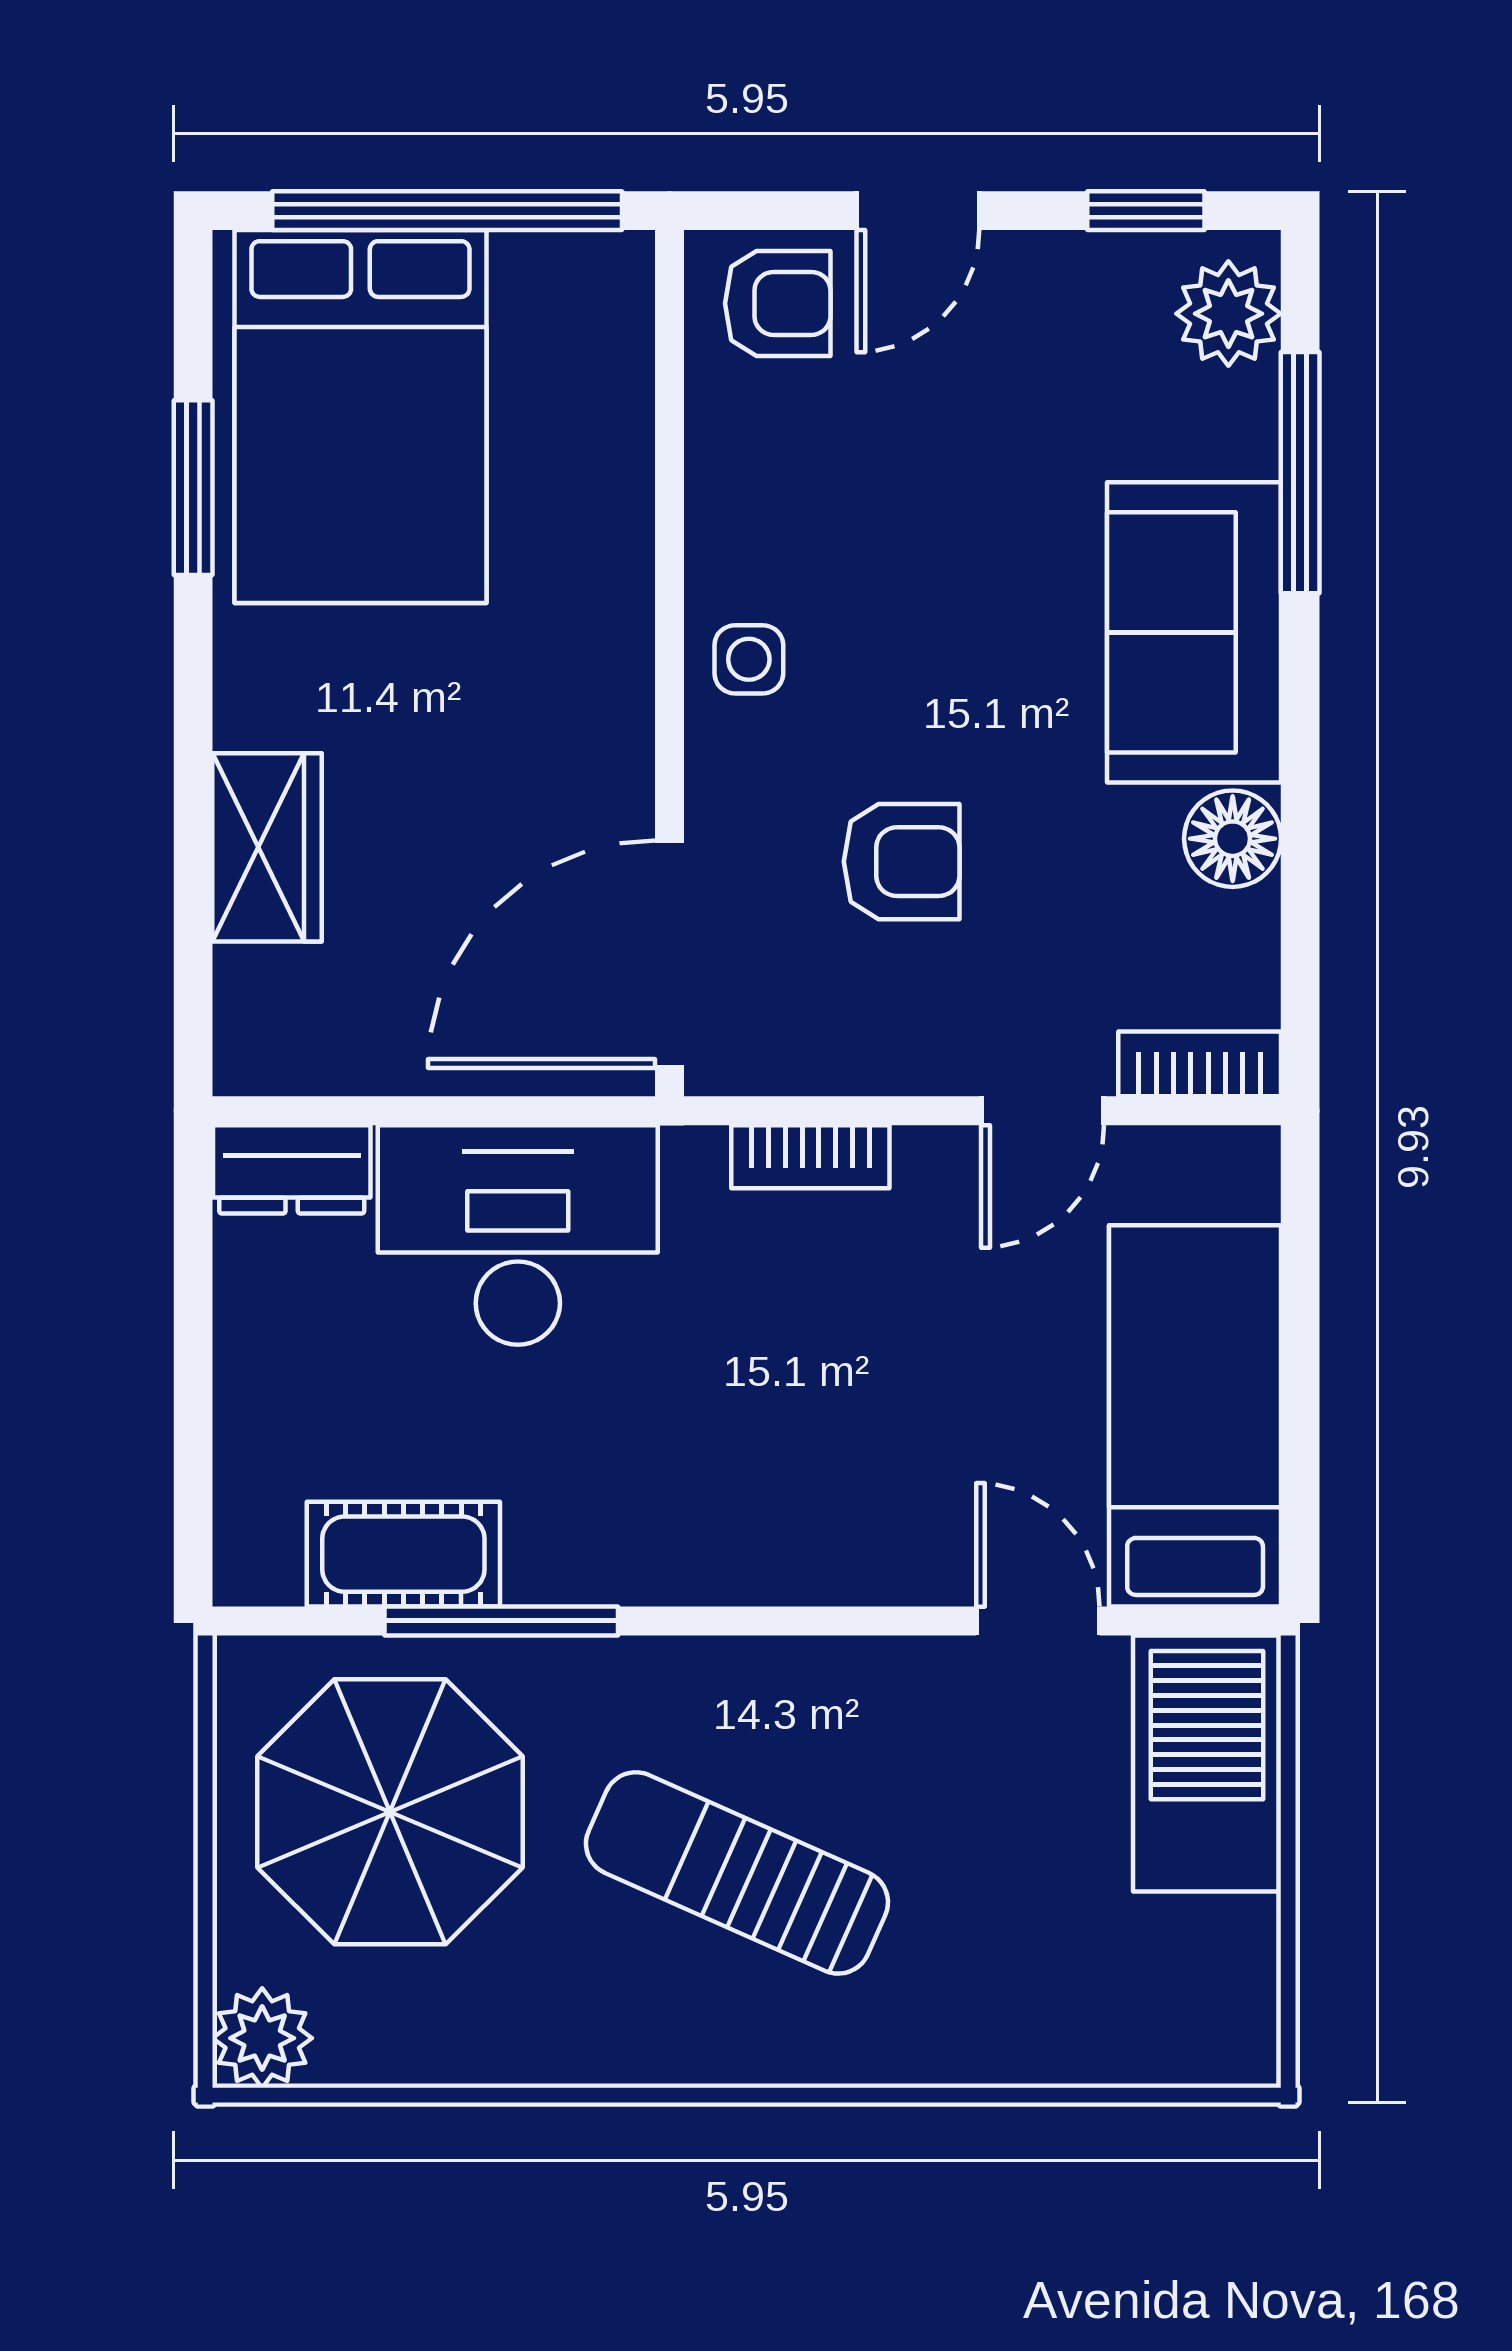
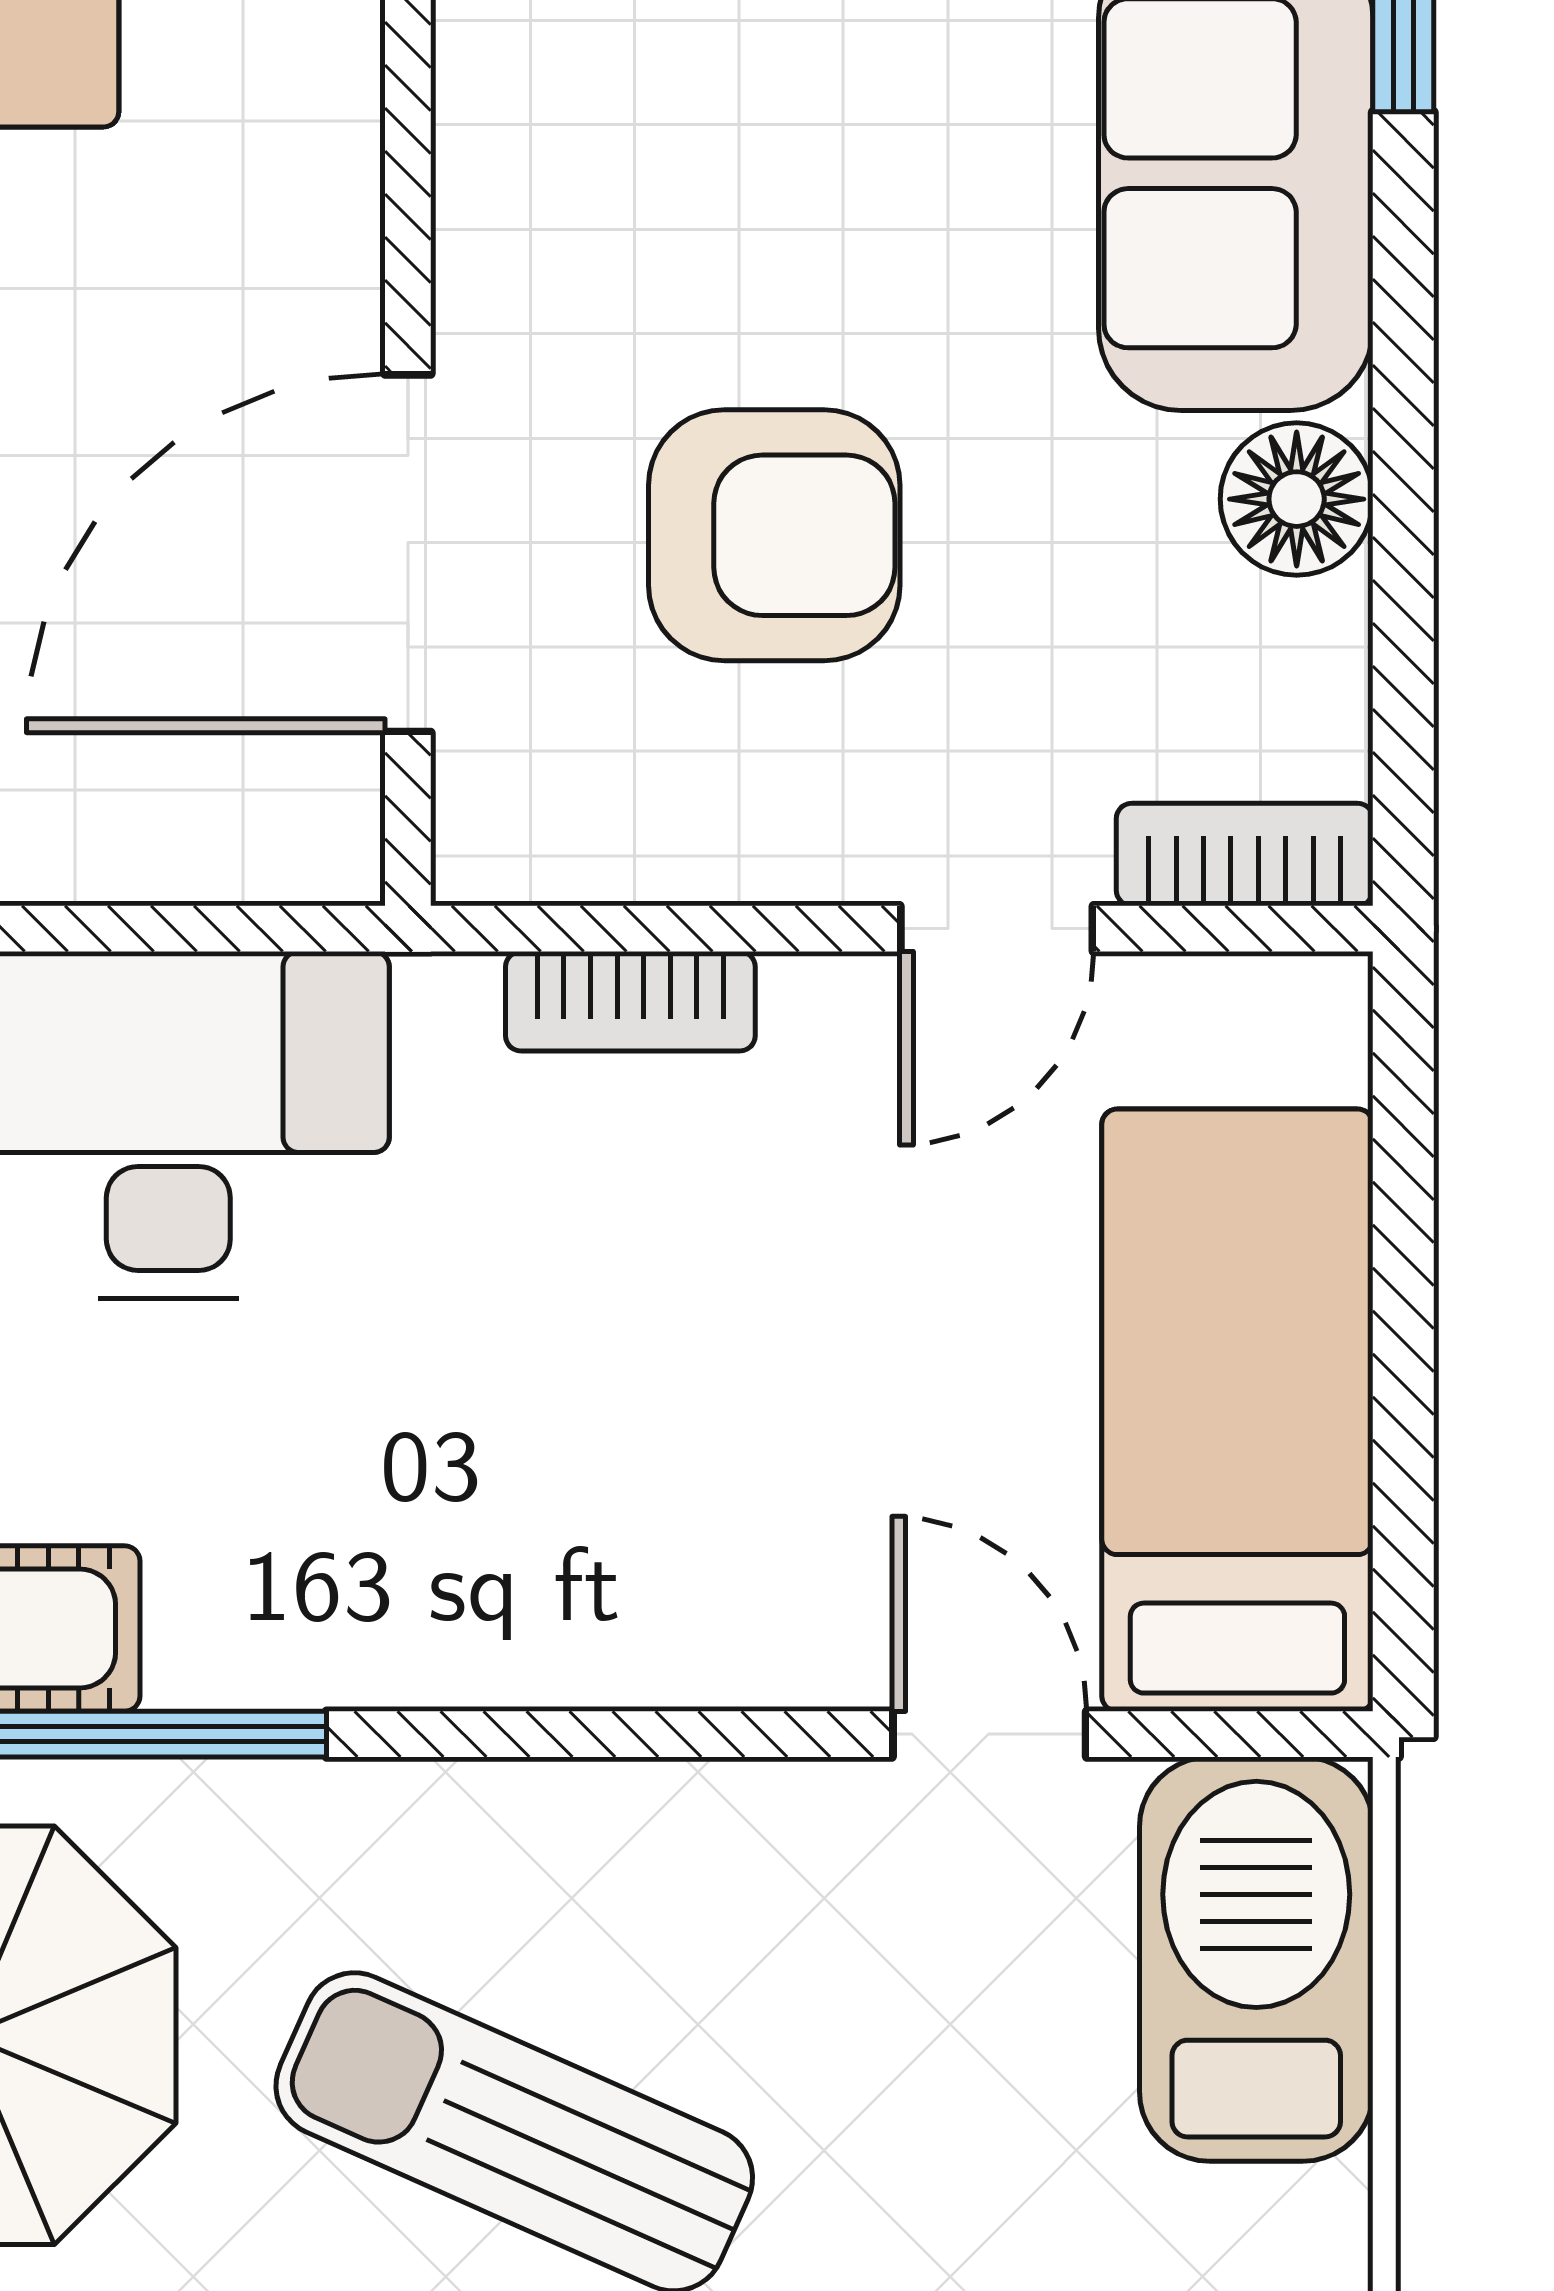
side table: (749, 659) -> (533, 216), removed
armchair: (902, 862) -> (774, 535), width x1.38, depth x1.38
door: (670, 954) -> (408, 553), moved

